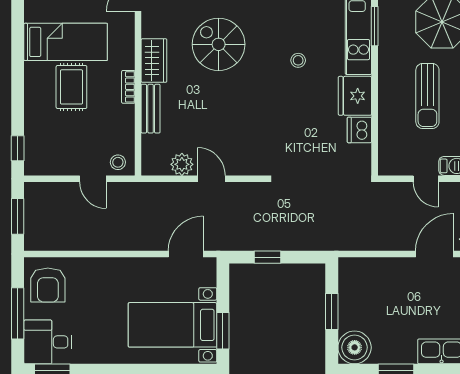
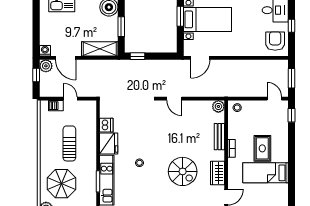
wardrobe: (154, 61) -> (218, 173), moved
plant: (182, 164) -> (218, 106), moved
door: (93, 179) -> (274, 99), moved
door: (211, 179) -> (174, 99), moved
door: (434, 254) -> (66, 58), hinge flipped
window: (267, 257) -> (137, 56), moved
shelving: (371, 271) -> (100, 49), added
window: (18, 313) -> (291, 26), width x0.46

